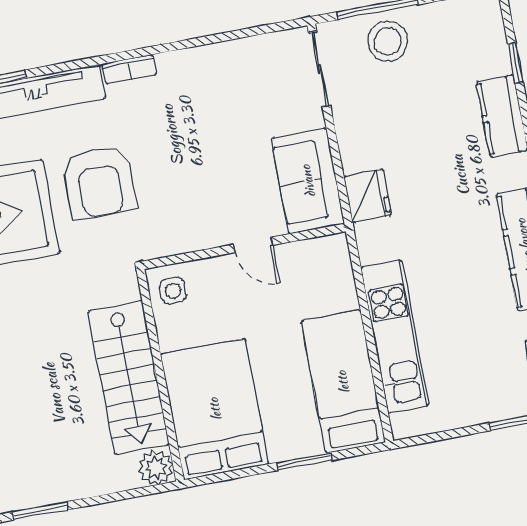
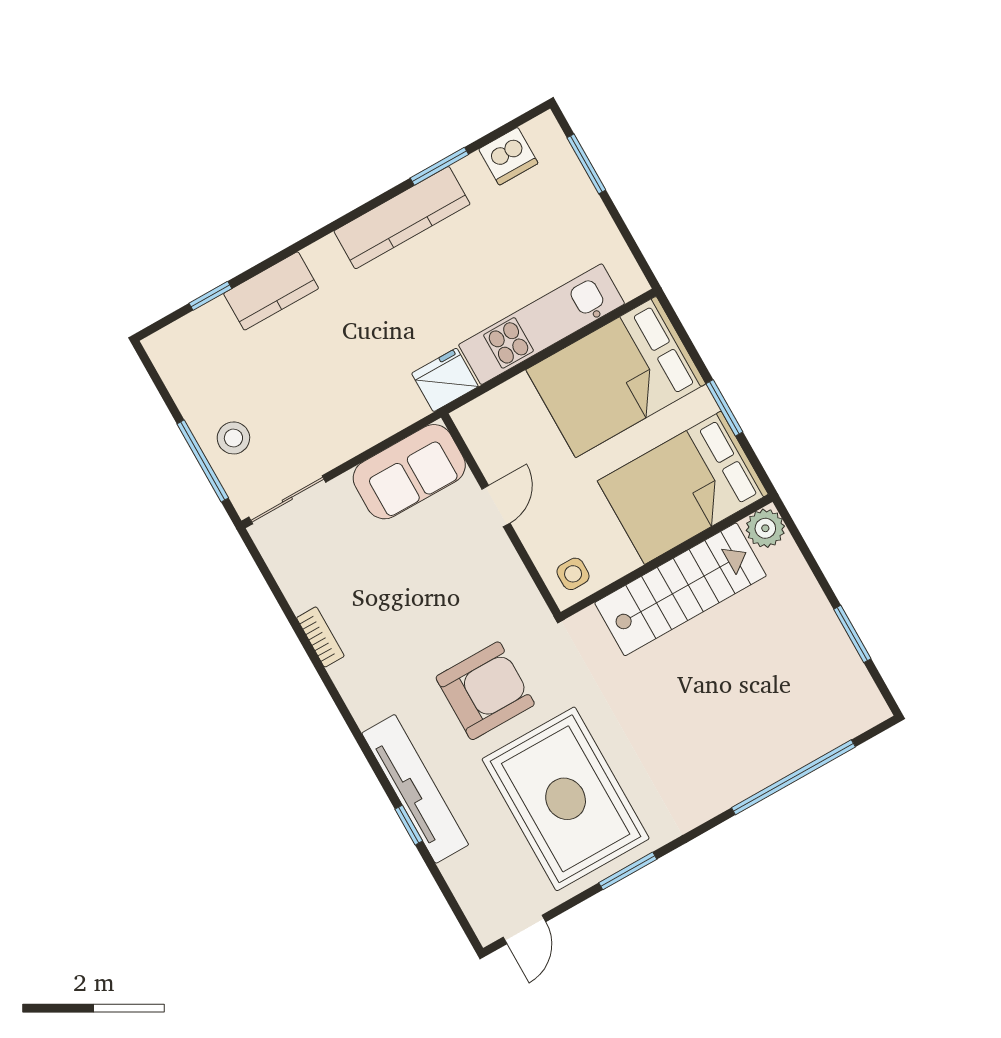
stool: (388, 41) -> (233, 438), width x0.73, depth x0.73
bookcase: (129, 69) -> (320, 637), moved
fridge: (368, 196) -> (445, 380), moved
bed: (343, 382) -> (616, 377), width x1.50
window: (304, 461) -> (724, 408), moved

